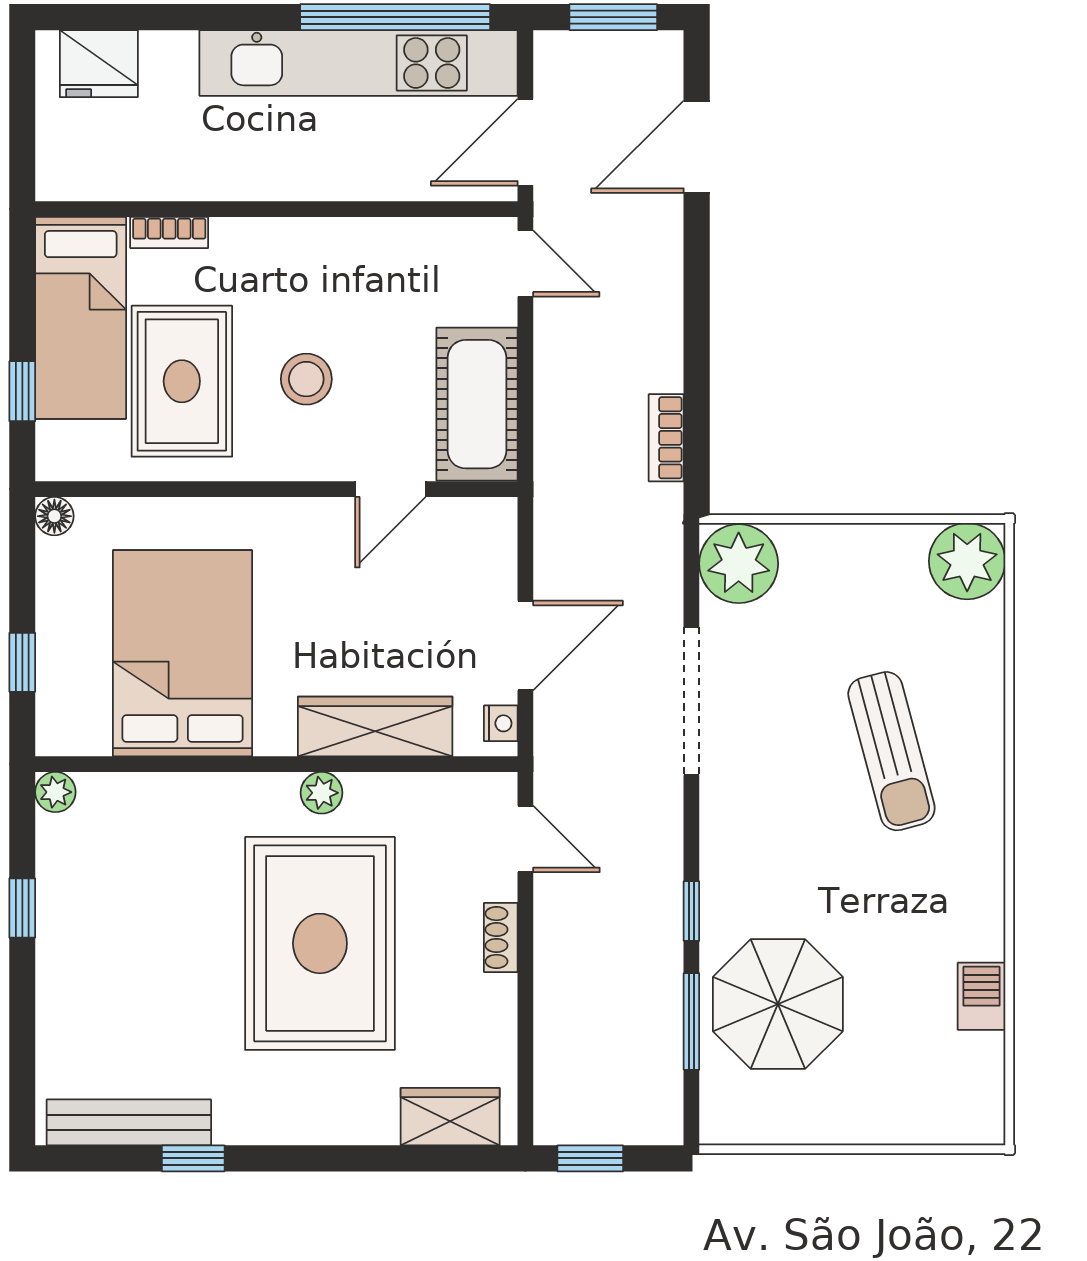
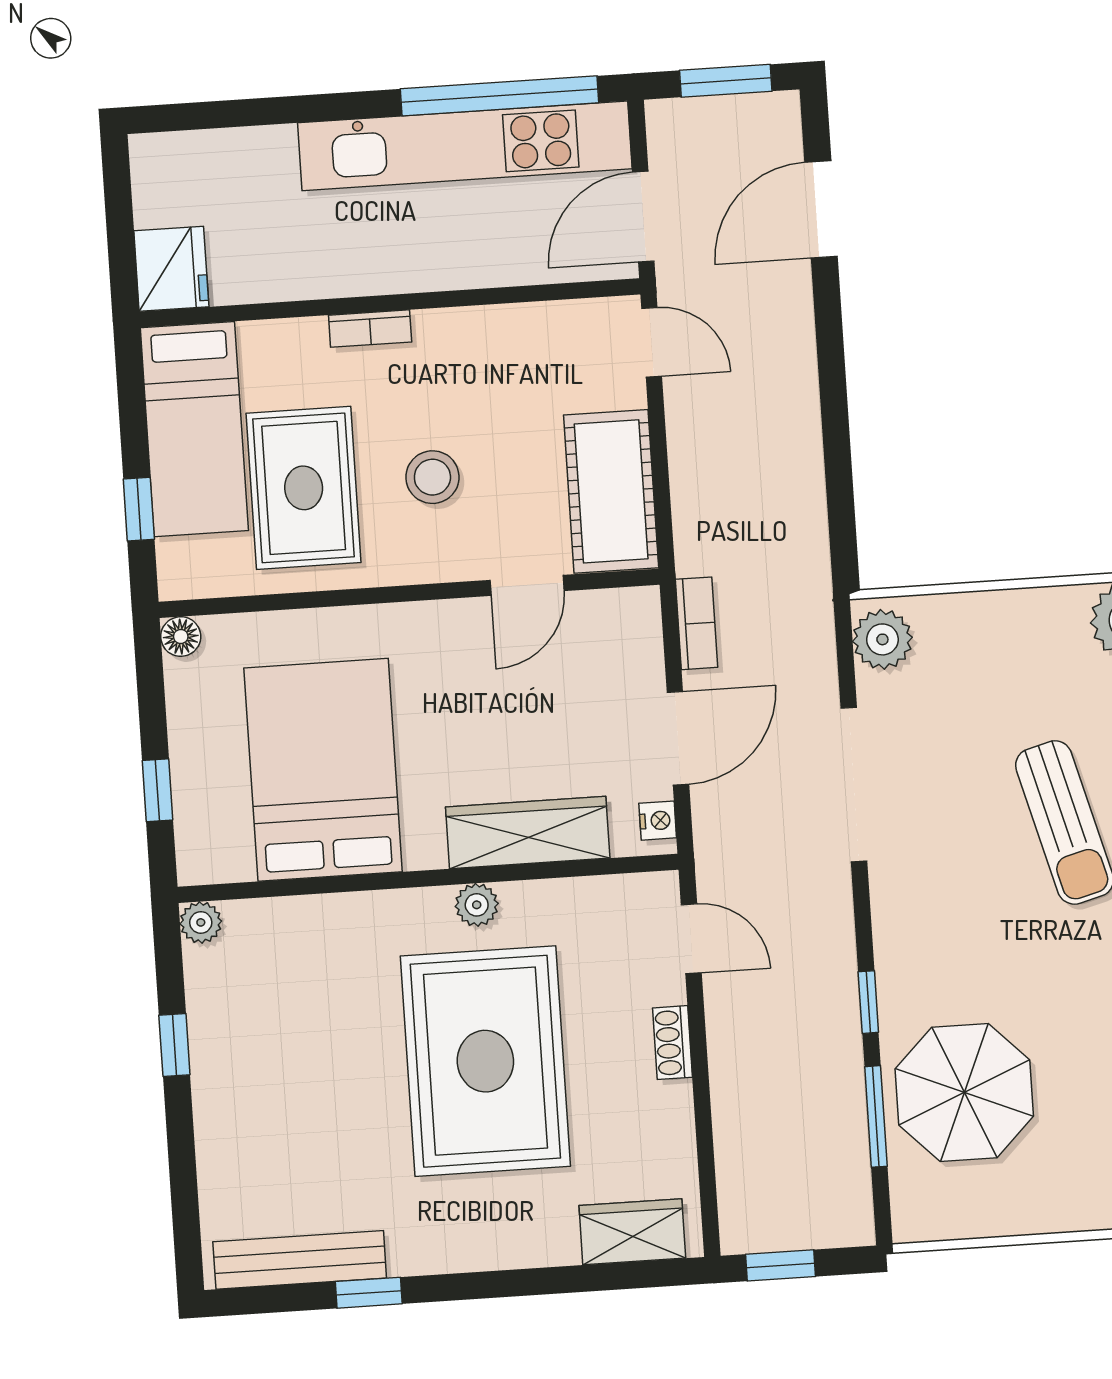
fridge: (99, 64) -> (171, 269), moved, turned -90
bookcase: (169, 232) -> (370, 329), moved
bookcase: (666, 438) -> (697, 623), moved, turned 180
plant: (739, 564) -> (882, 639), width x0.73, depth x0.73

